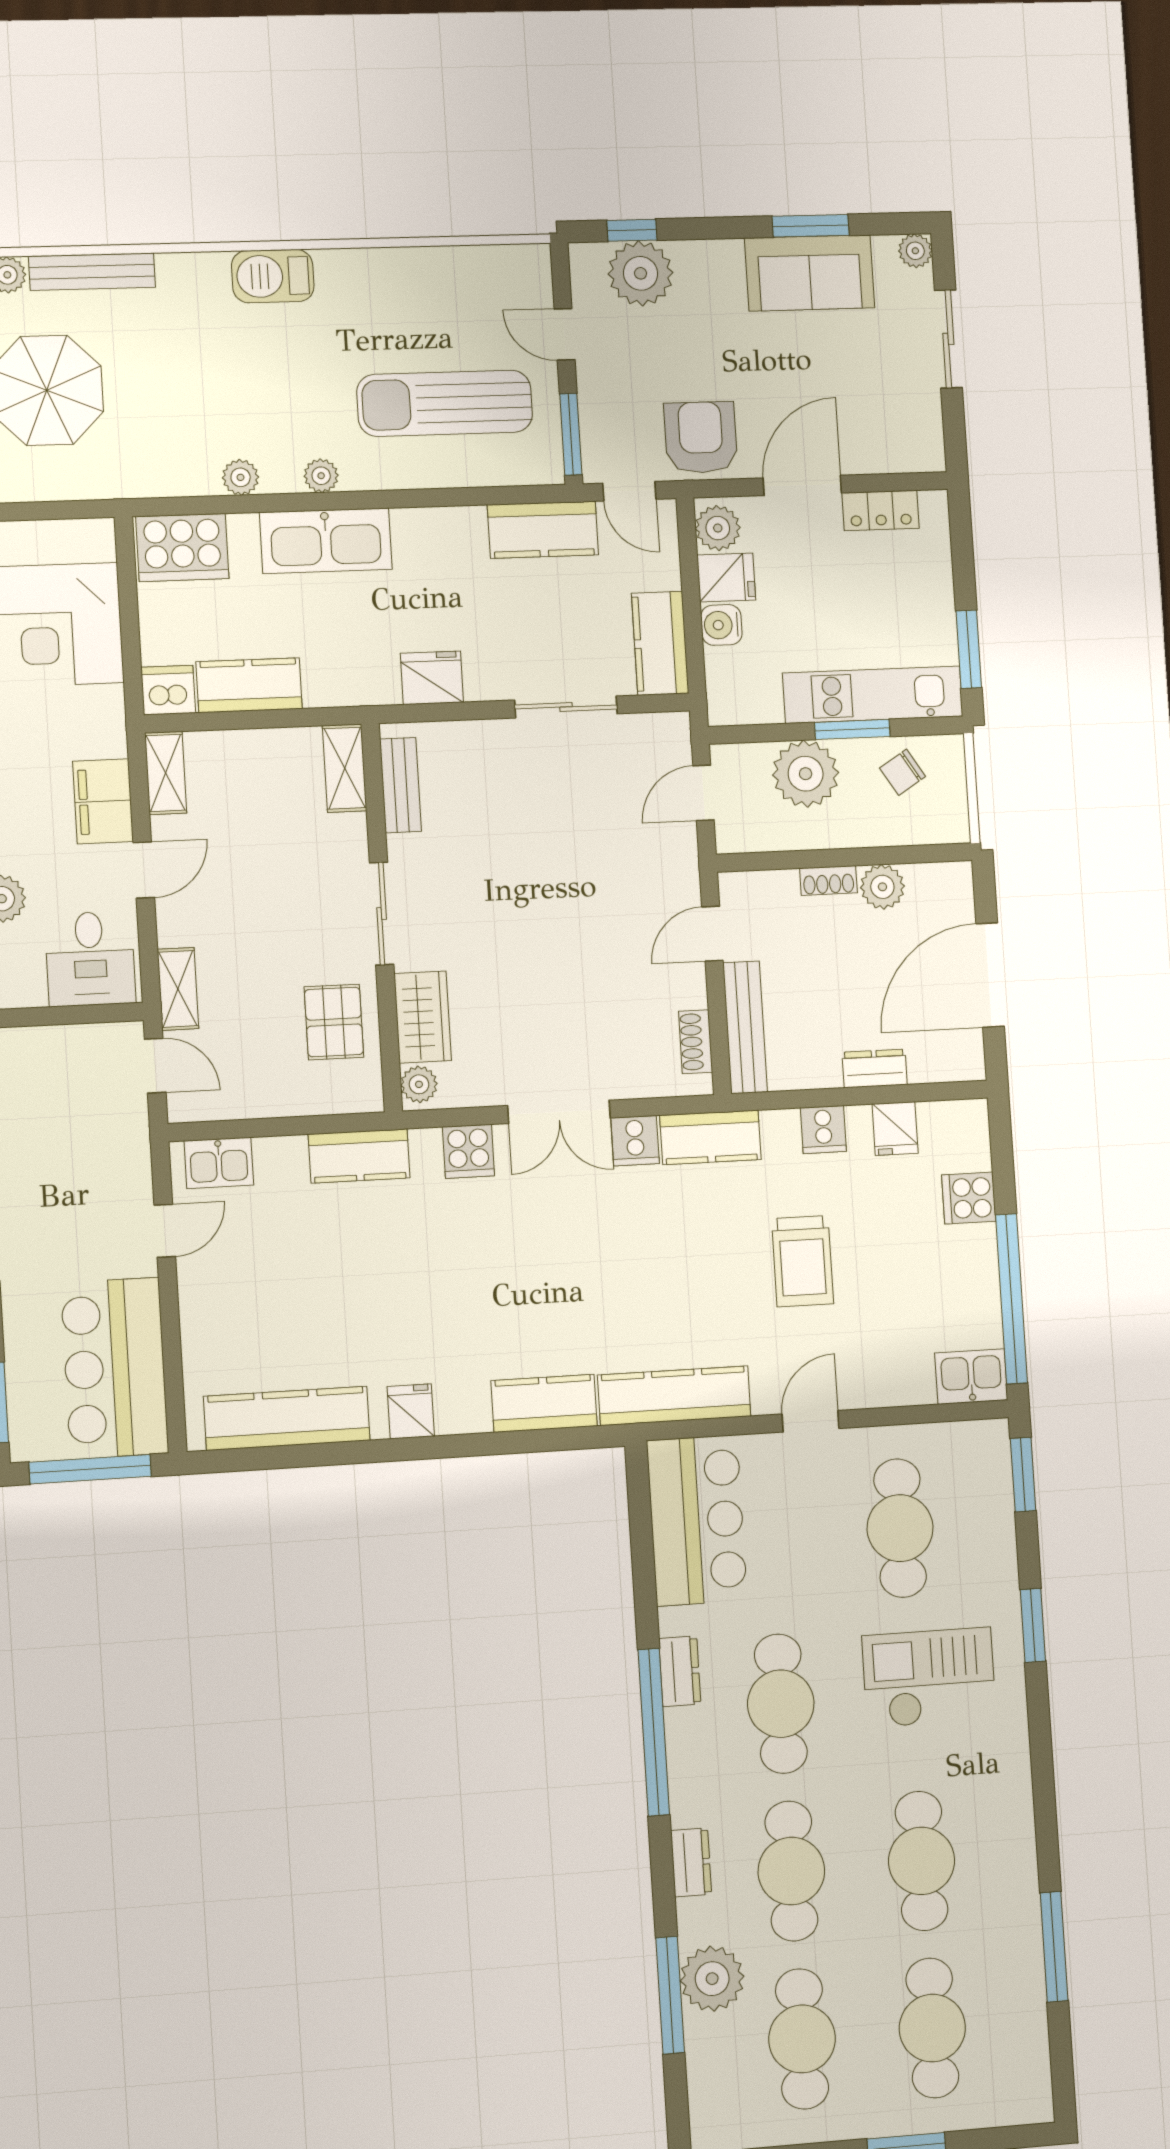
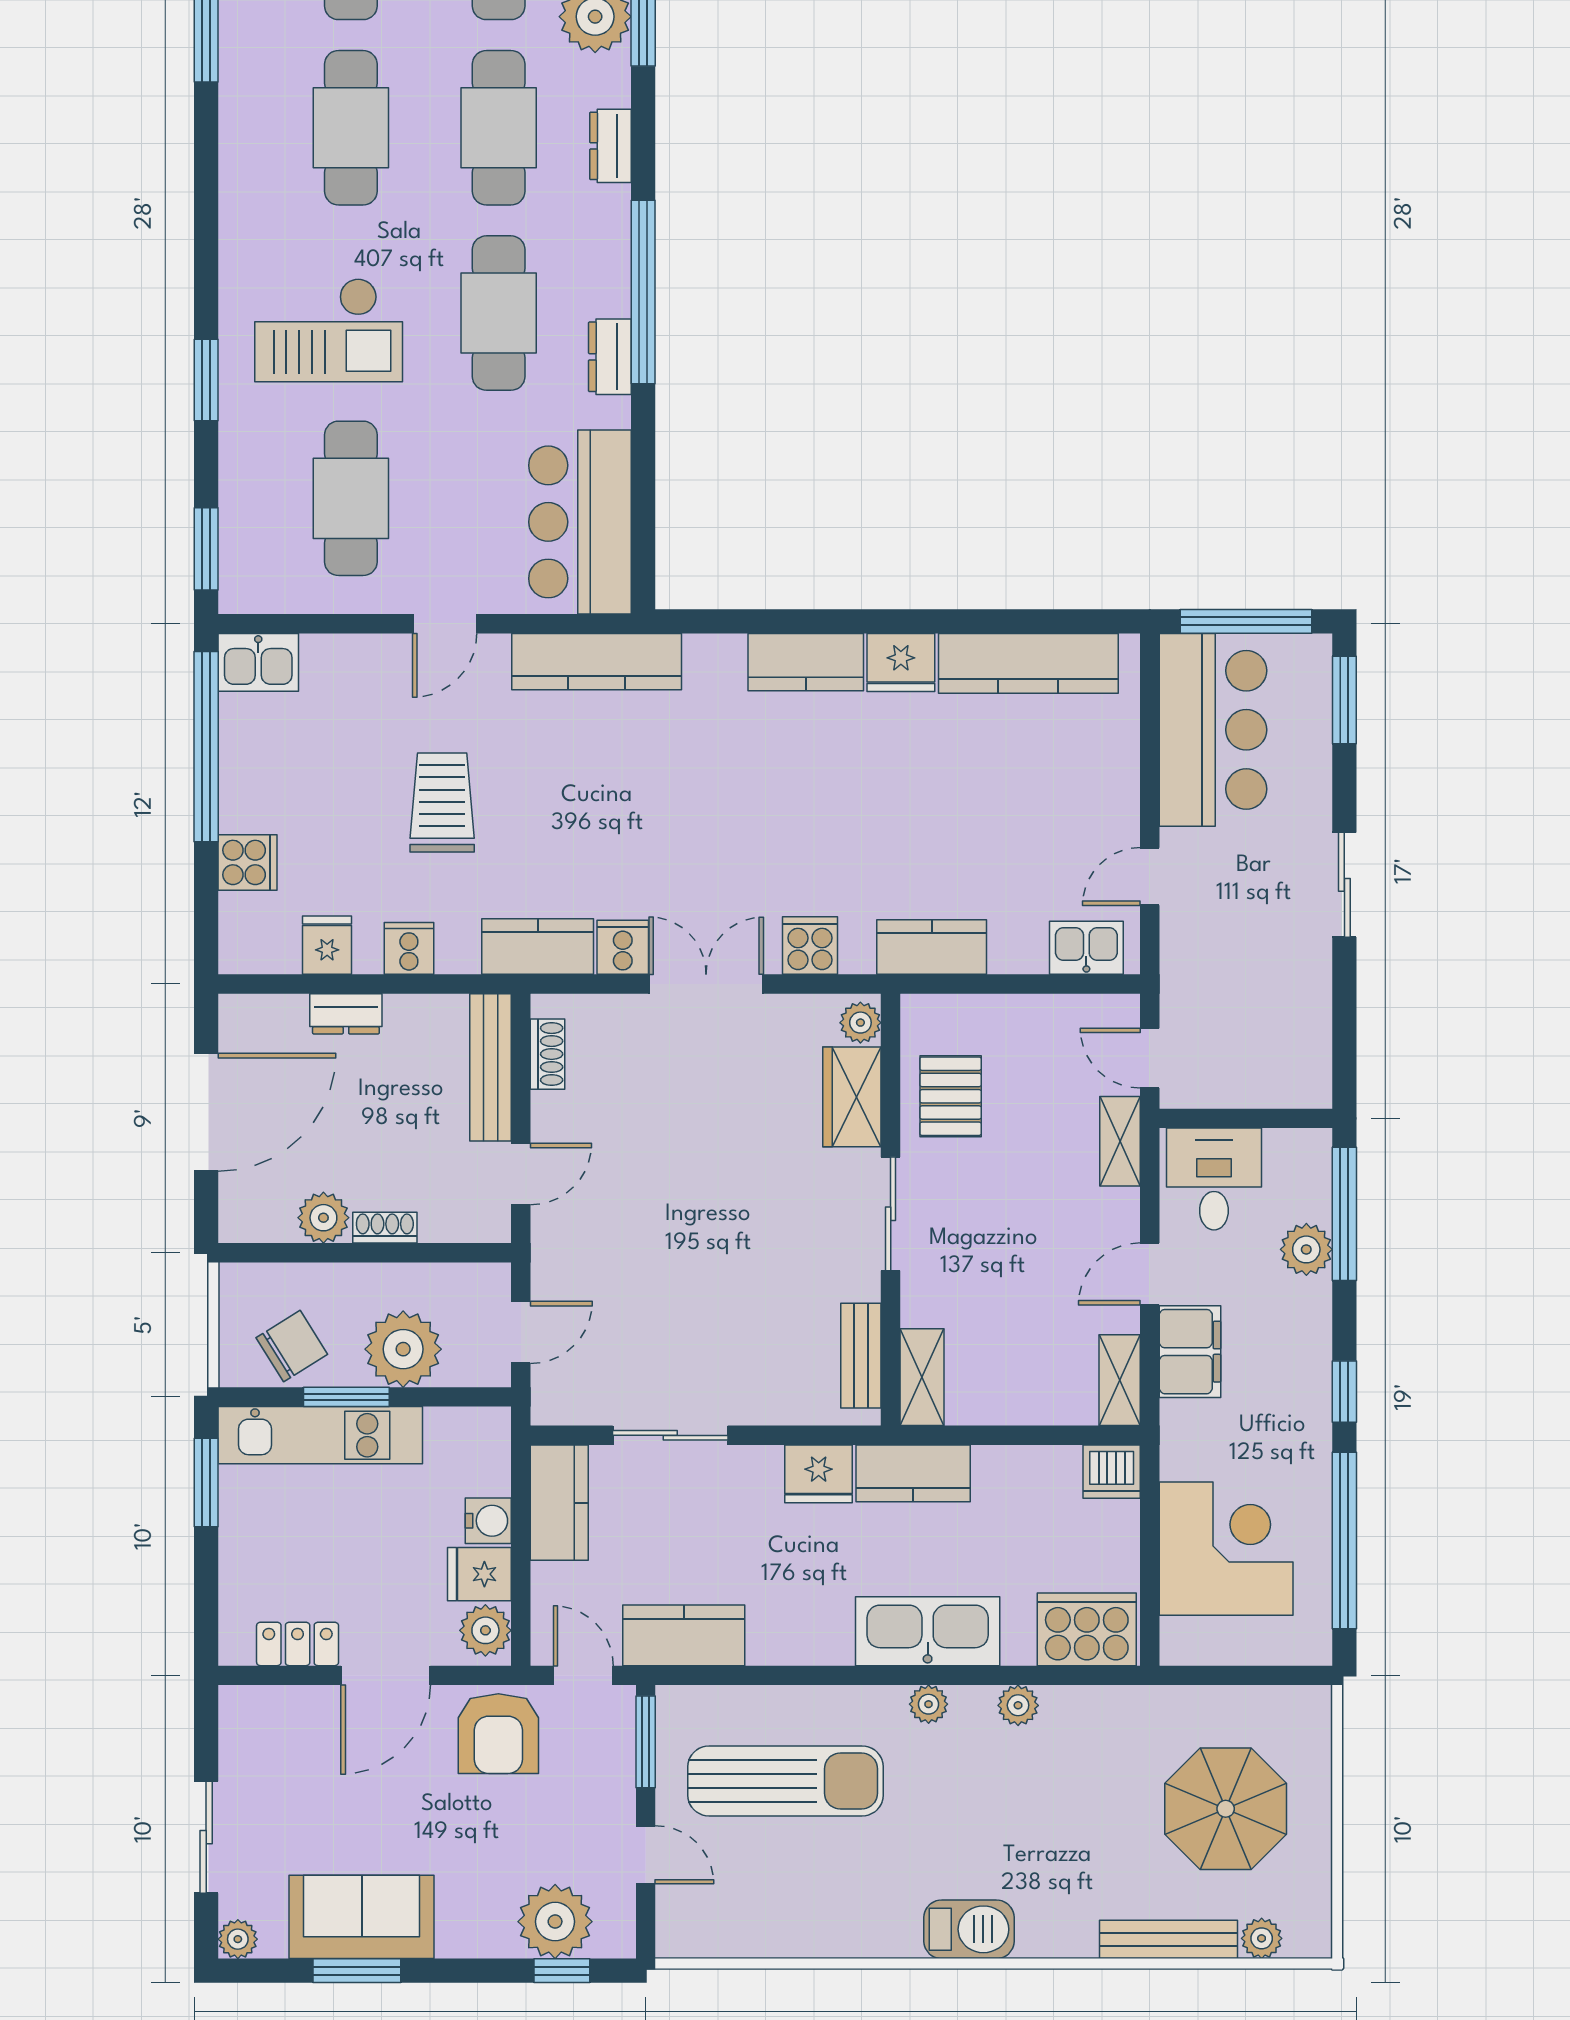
kitchen counter: (249, 685) -> (913, 1473), moved
chair: (903, 772) -> (292, 1346), width x1.37, depth x1.37
kitchen counter: (544, 1403) -> (806, 662), moved
fridge: (411, 1411) -> (901, 662), width x1.38

